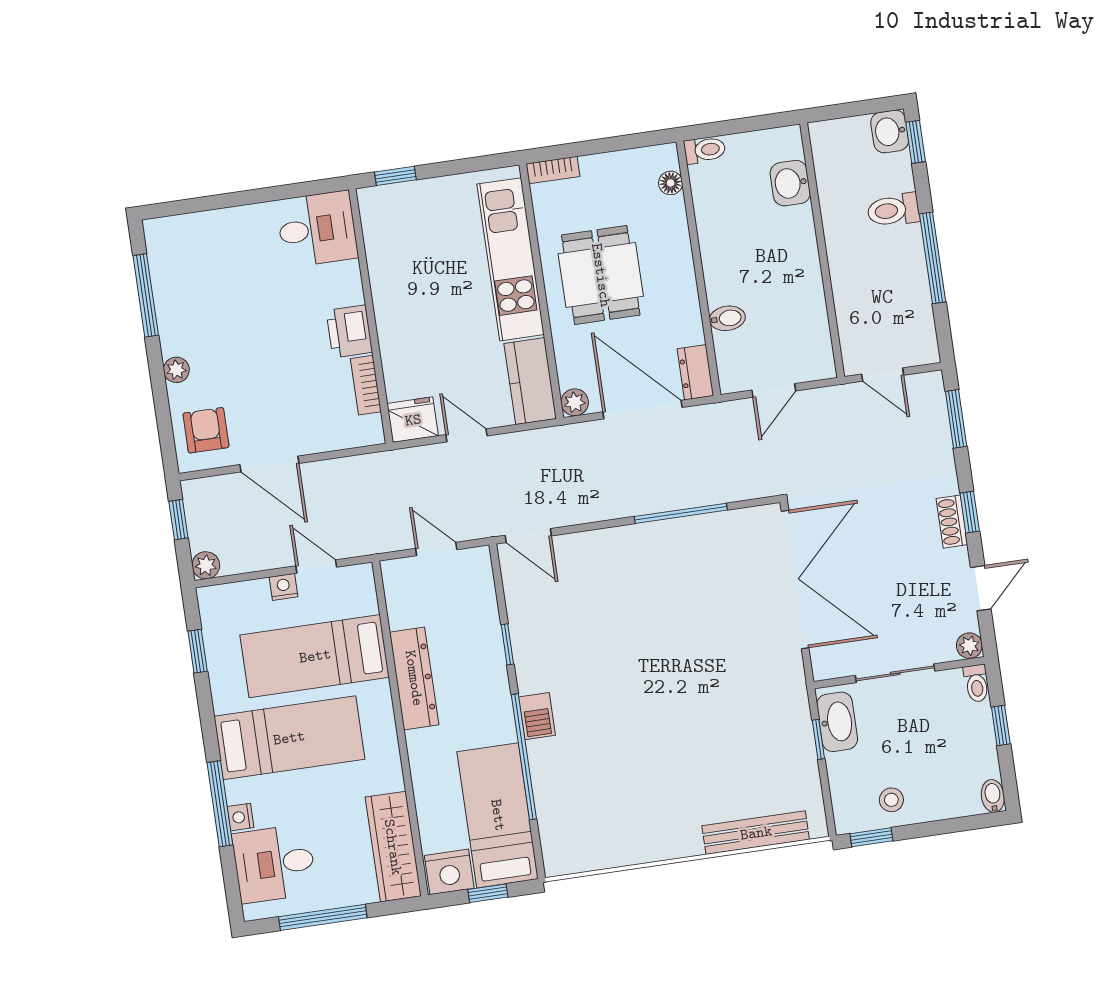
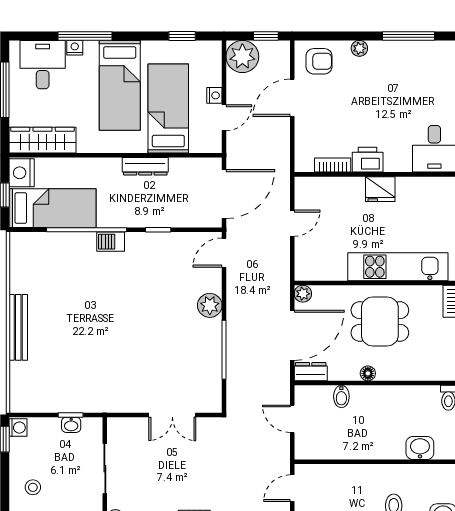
floor lamp: (671, 183) -> (368, 373), moved
kitchen counter: (530, 381) -> (320, 268), removed
fridge: (413, 420) -> (380, 189), moved, turned 90
plant: (614, 546) -> (210, 305), added
door: (436, 549) -> (224, 194), width x1.88
plant: (206, 565) -> (242, 56), width x1.88, depth x1.88
double door: (795, 579) -> (172, 415), width x0.54
dresser: (414, 678) -> (145, 166), width x0.73, depth x0.80
washbasin: (837, 722) -> (71, 425), width x0.52, depth x0.69
stool: (891, 800) -> (33, 487), moved
washing machine: (850, 819) -> (18, 428), added
bench: (756, 833) -> (18, 327), moved

